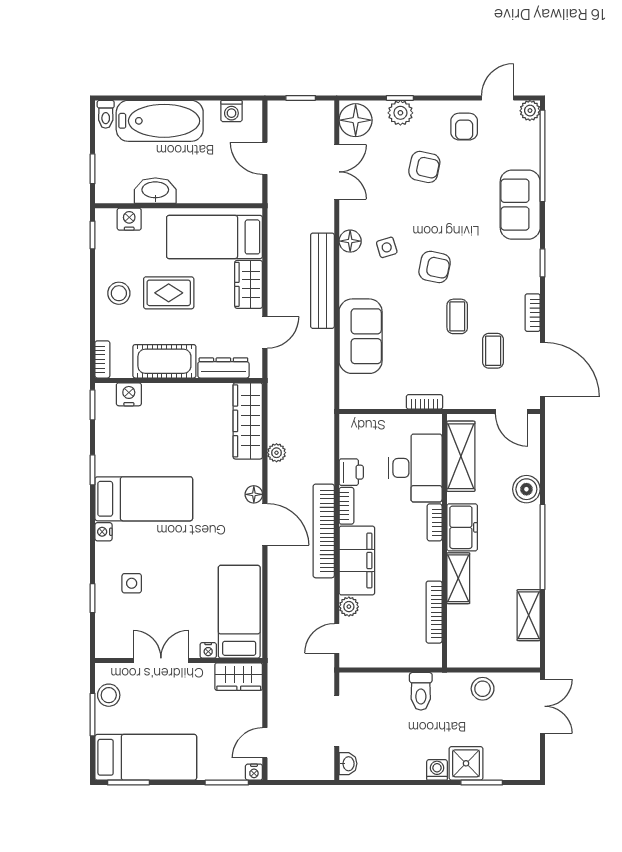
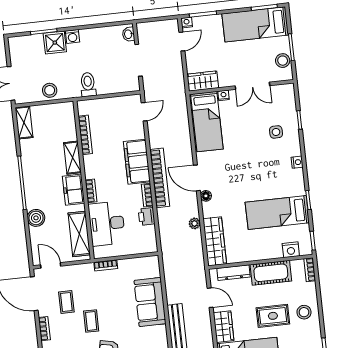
door: (265, 332) -> (210, 298), swing flipped
bed: (144, 499) -> (277, 213), moved
plant: (349, 607) -> (139, 132), removed
shelving: (529, 615) -> (24, 123), moved

